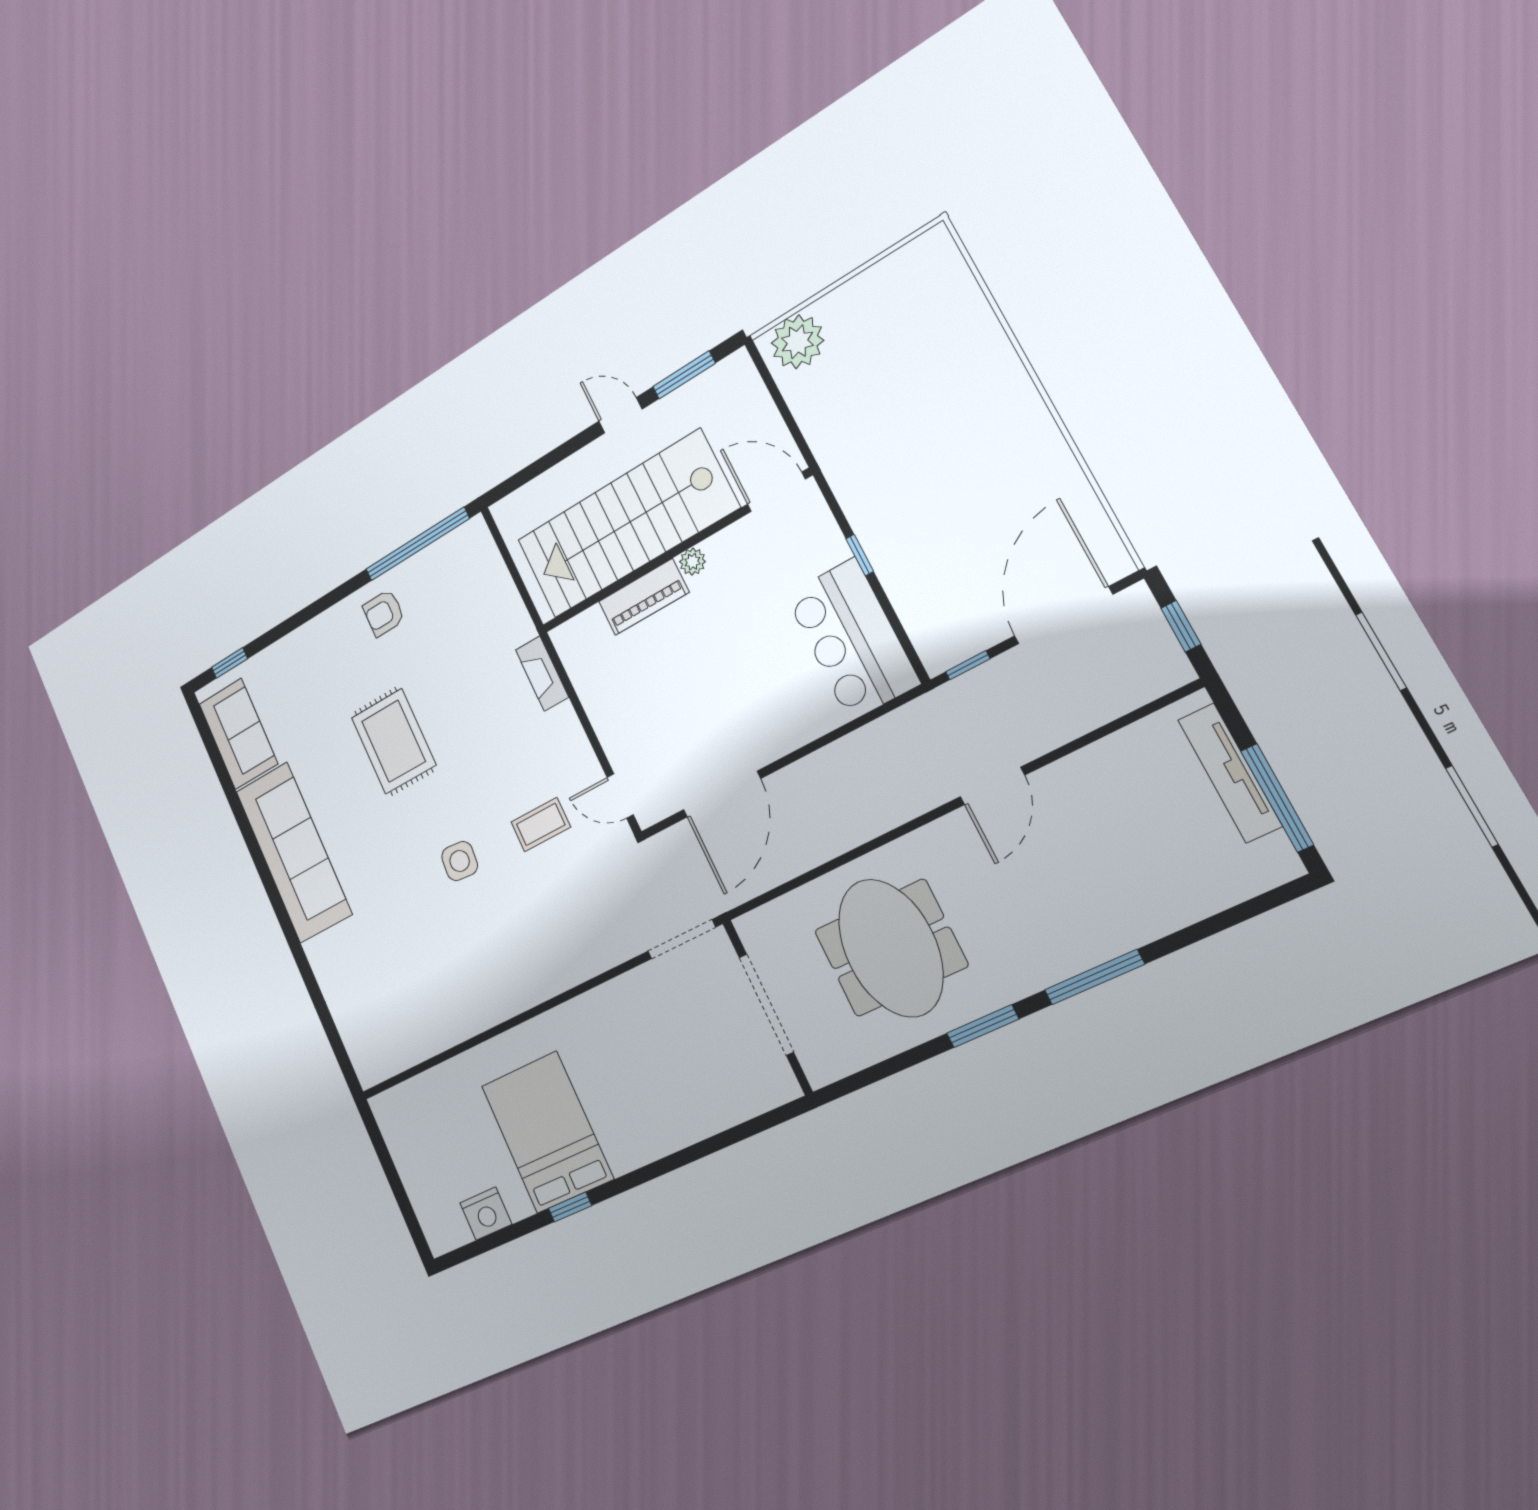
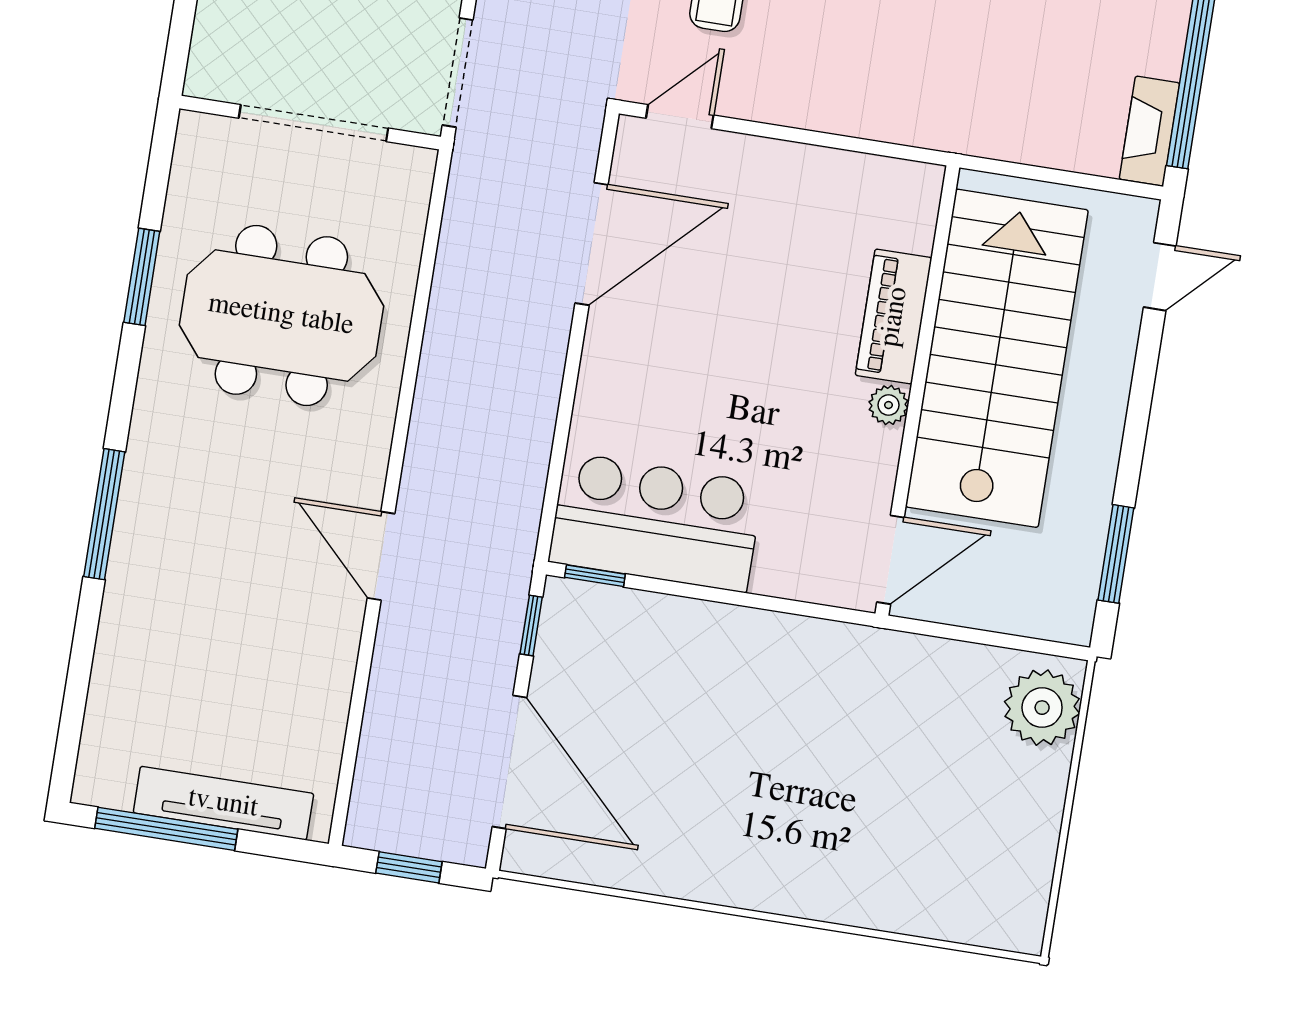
door: (620, 415) -> (1160, 277), moved
window: (860, 555) -> (595, 576), moved
fireplace: (542, 673) -> (1149, 131), moved, turned -90
door: (722, 794) -> (592, 244), swing flipped
window: (983, 1026) -> (142, 277), moved

